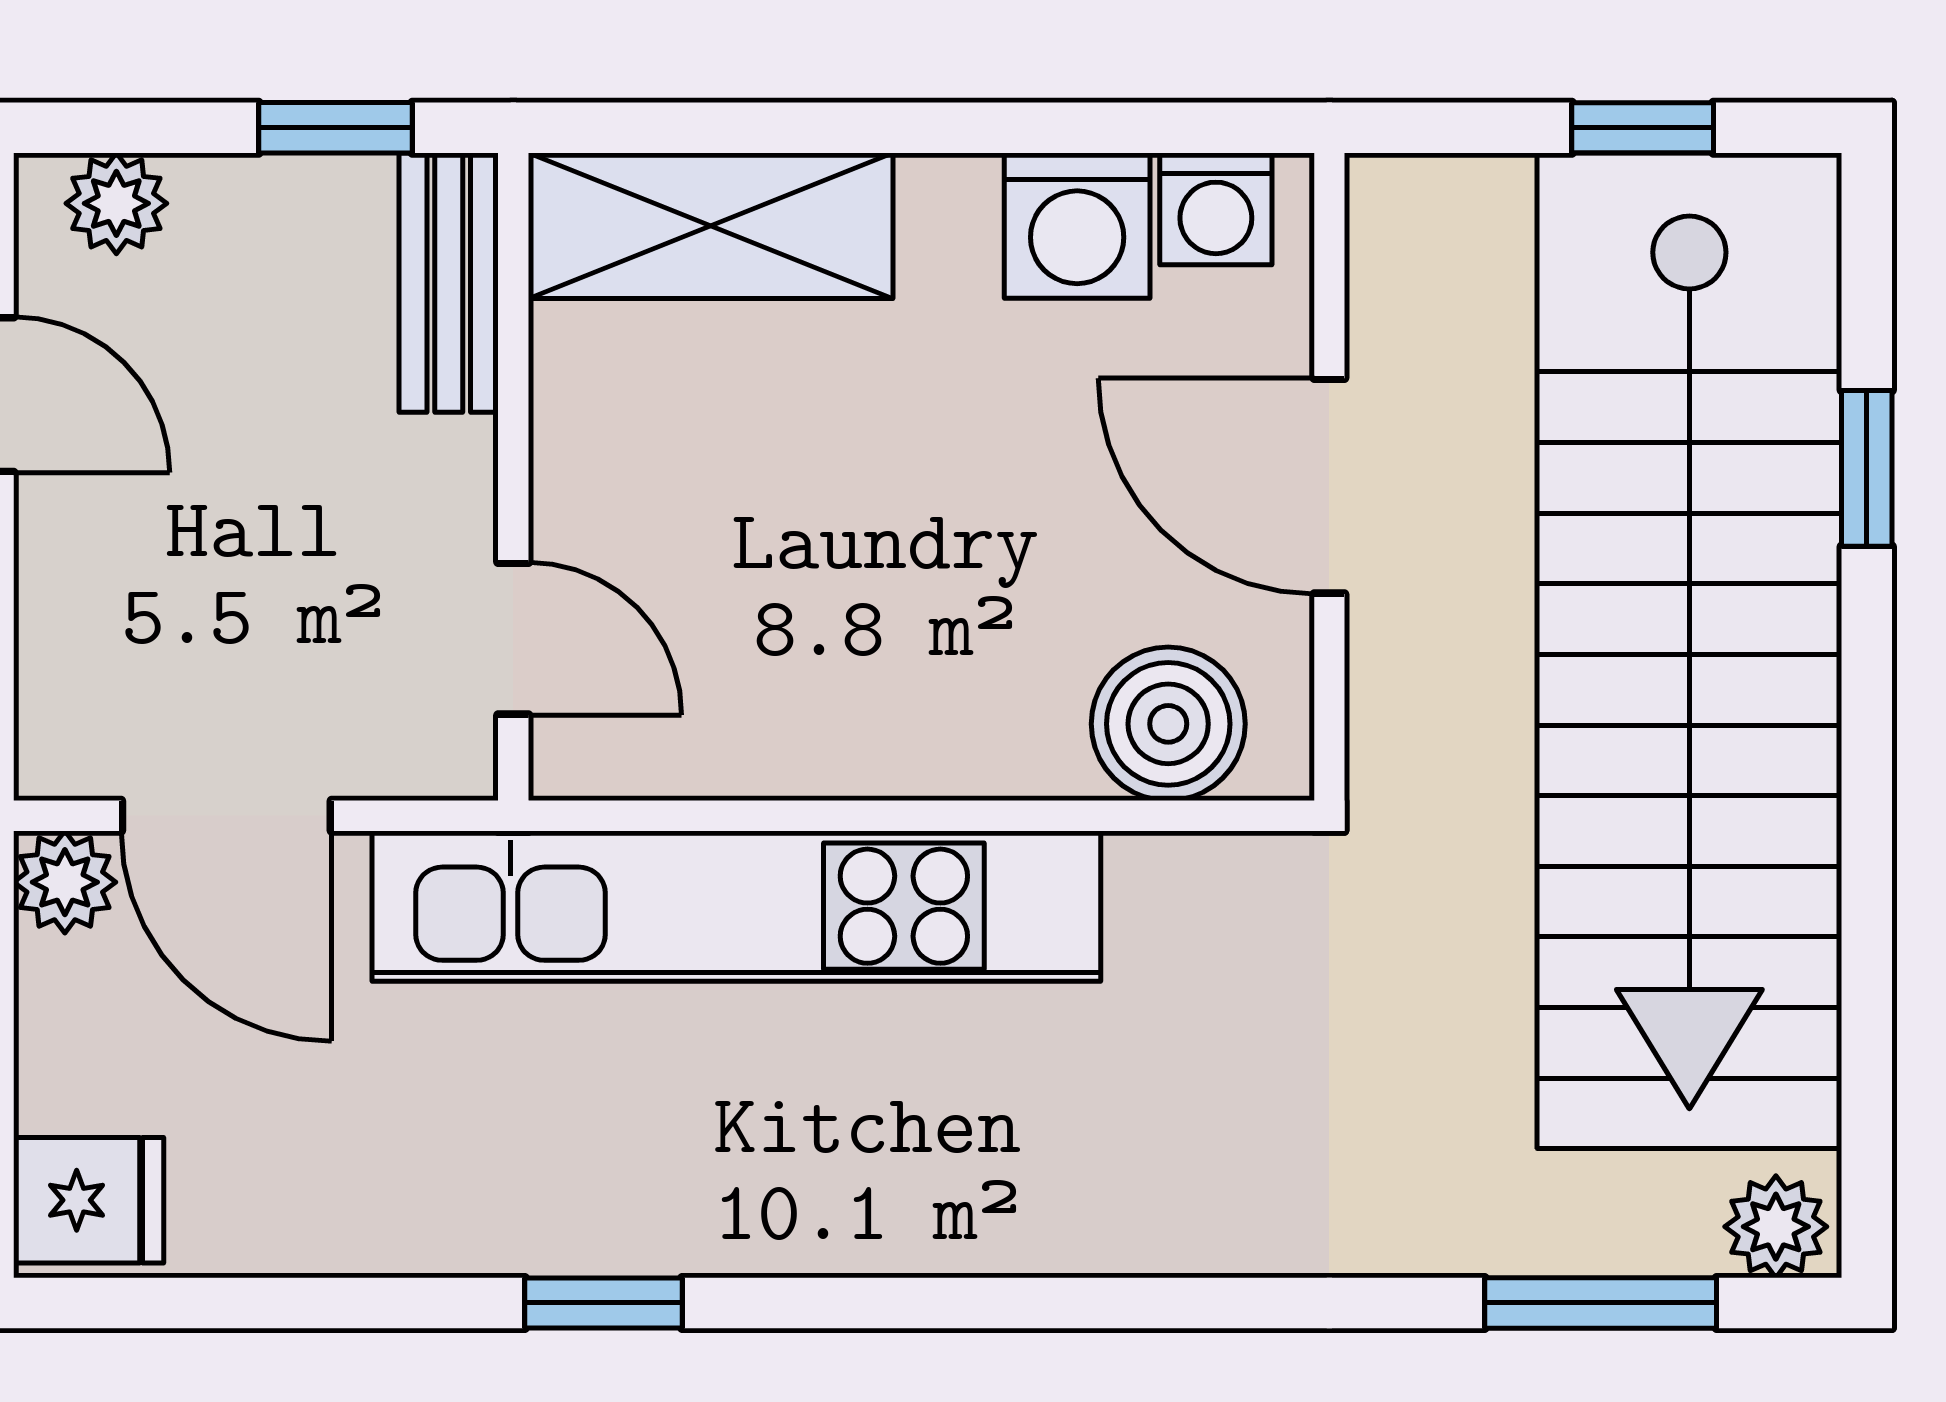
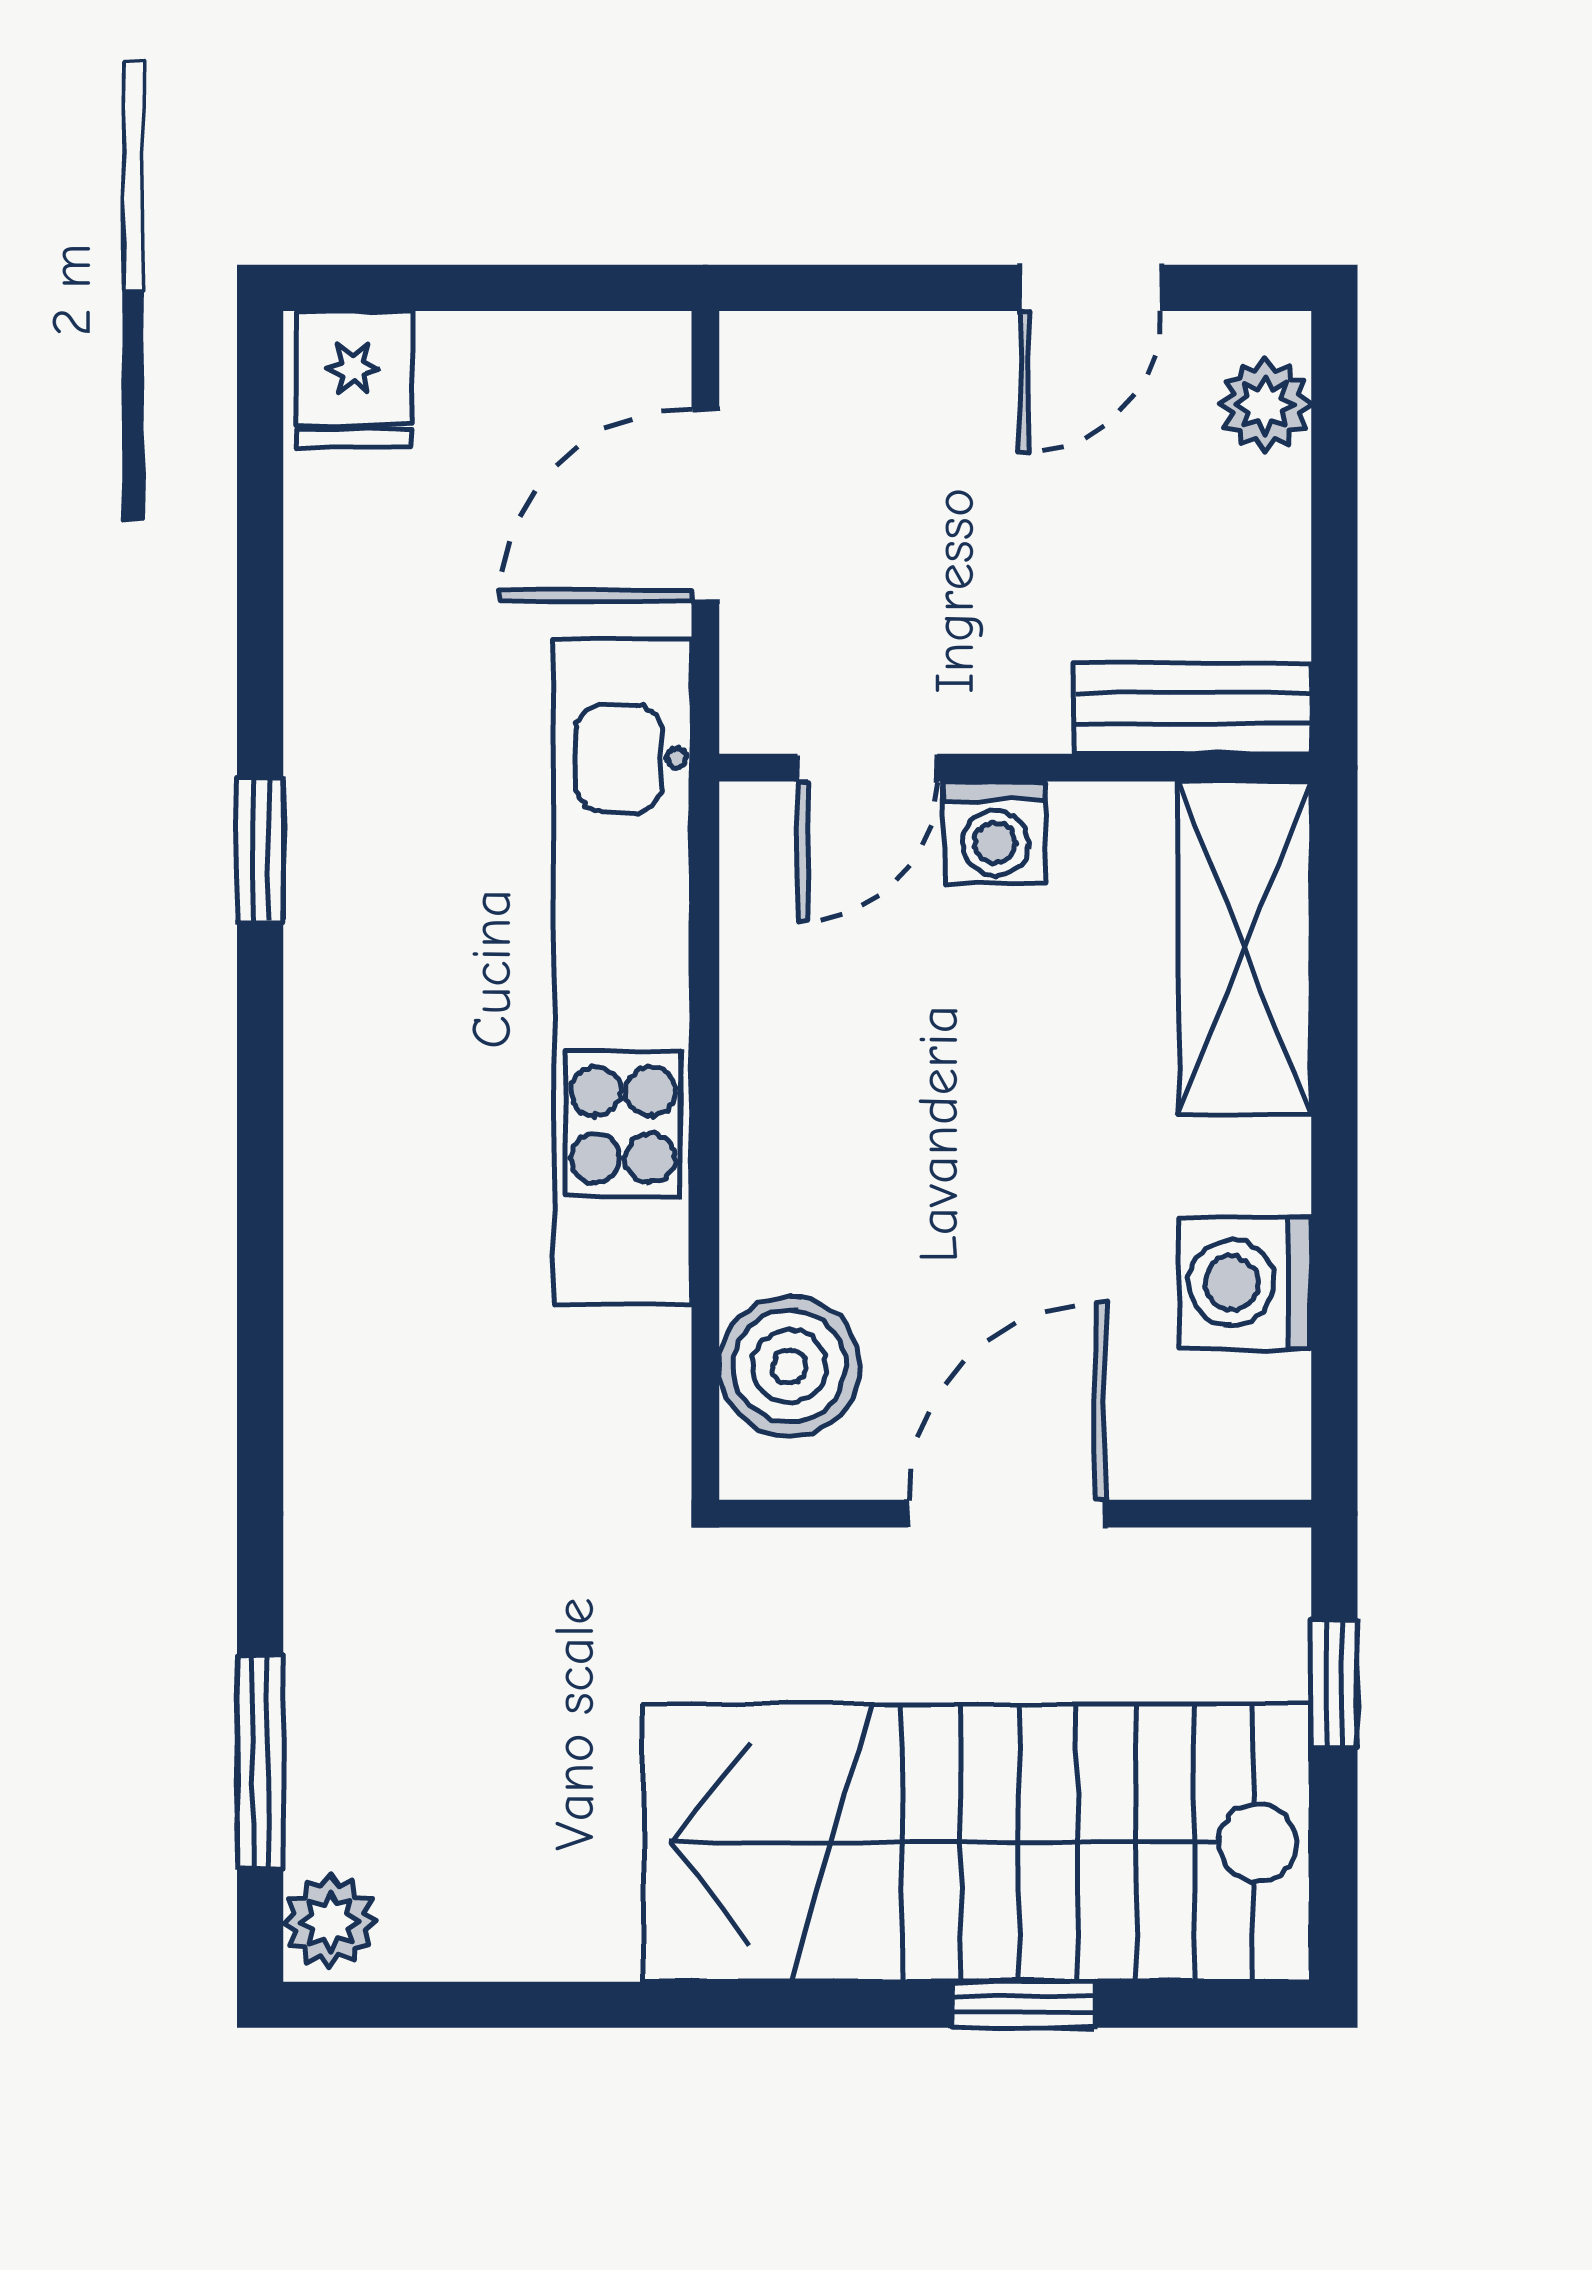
window: (336, 128) -> (1334, 605), removed
window: (1643, 128) -> (1334, 1684), moved
washing machine: (1216, 209) -> (995, 833), moved, turned -90
stairs: (1689, 651) -> (978, 1843), width x0.73
plant: (65, 882) -> (645, 358), removed

